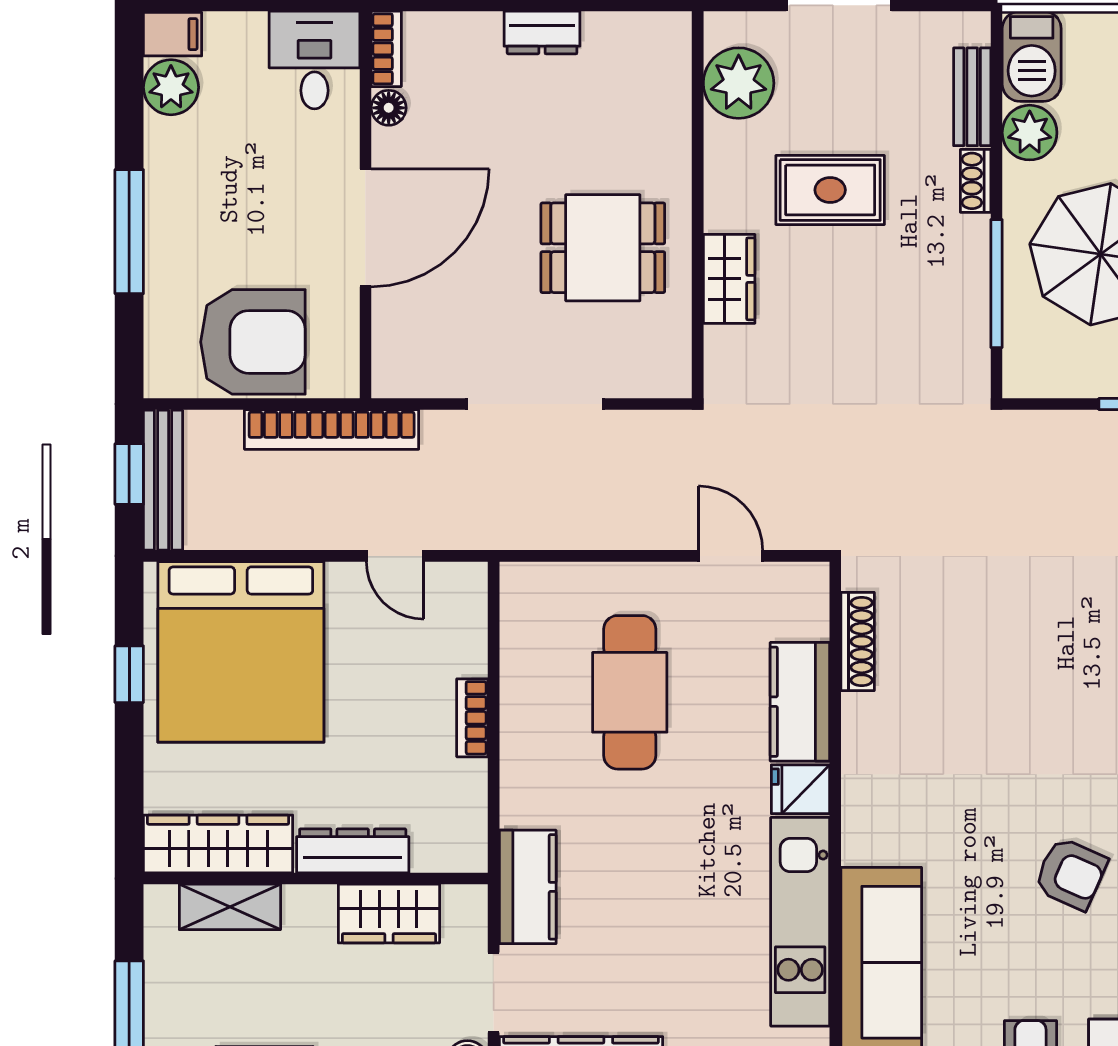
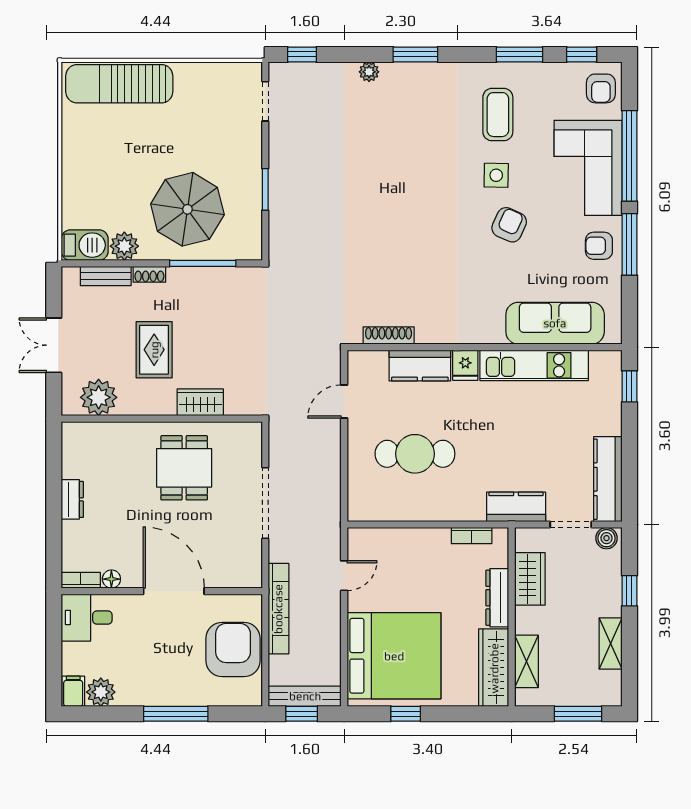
bookcase: (472, 718) -> (472, 536), moved

